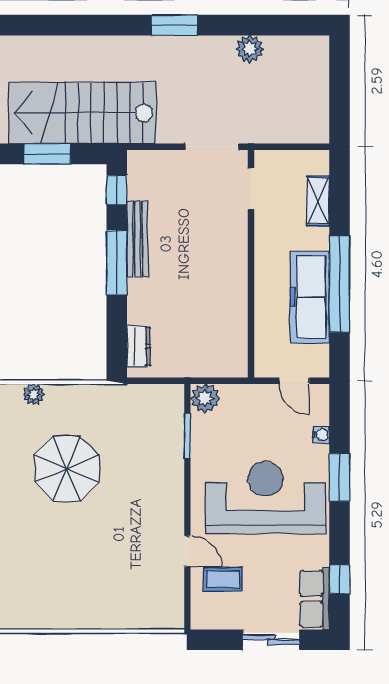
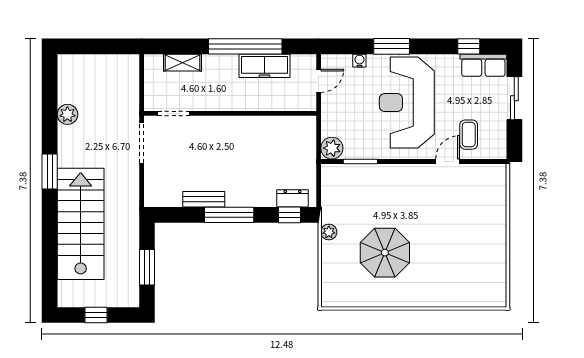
stairs: (82, 113) -> (81, 224), moved, turned 180
window: (117, 190) -> (289, 215), moved
bench: (137, 239) -> (204, 199), width x0.73
freezer: (310, 297) -> (265, 66), width x0.73, depth x0.79
plant: (34, 394) -> (329, 232), moved

